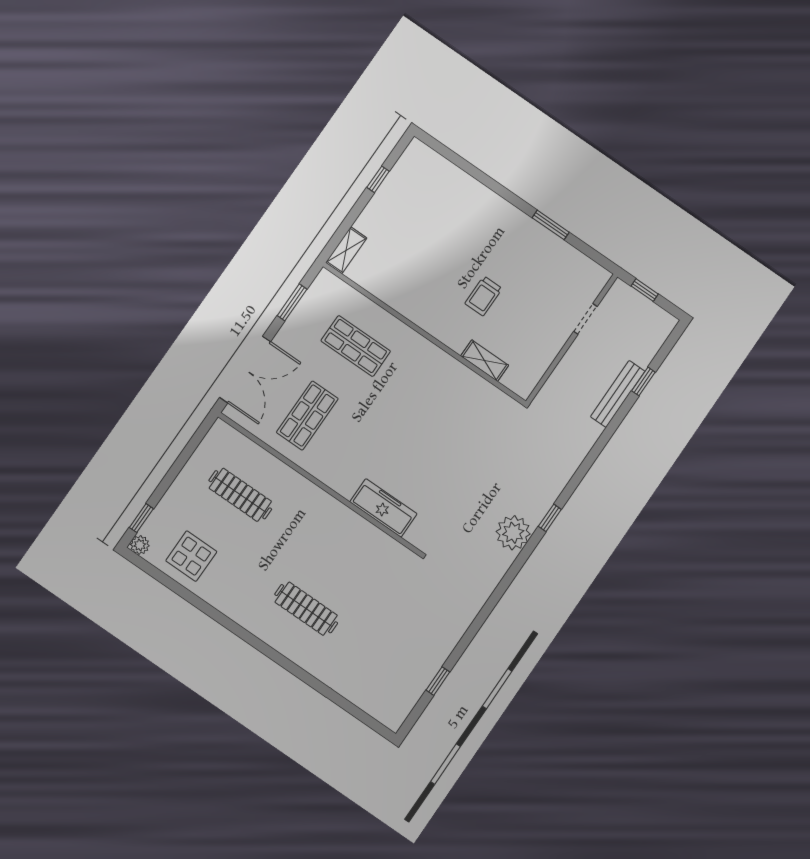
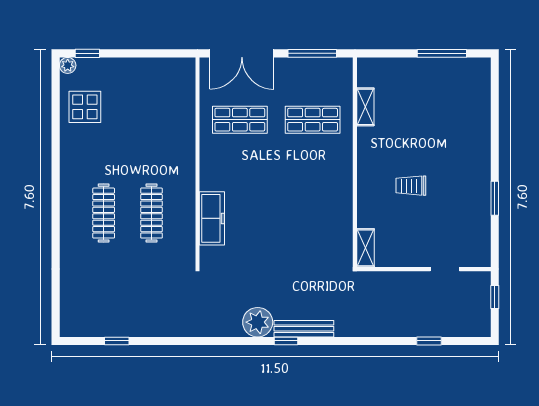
window: (378, 179) -> (442, 53), width x2.17
shelving: (346, 250) -> (365, 107), moved, turned 90
window: (292, 302) -> (312, 53), width x1.44
shop shelf: (356, 346) -> (313, 120), turned 90
shelving: (485, 361) -> (366, 248), moved
bench: (618, 394) -> (304, 329), moved
clothes rail: (240, 495) -> (151, 213), moved

